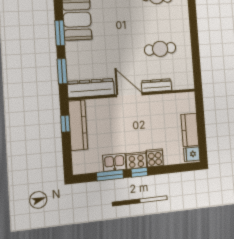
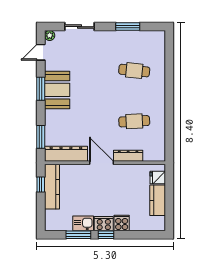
window: (60, 33) -> (41, 89), moved
fridge: (192, 154) -> (158, 177), moved

